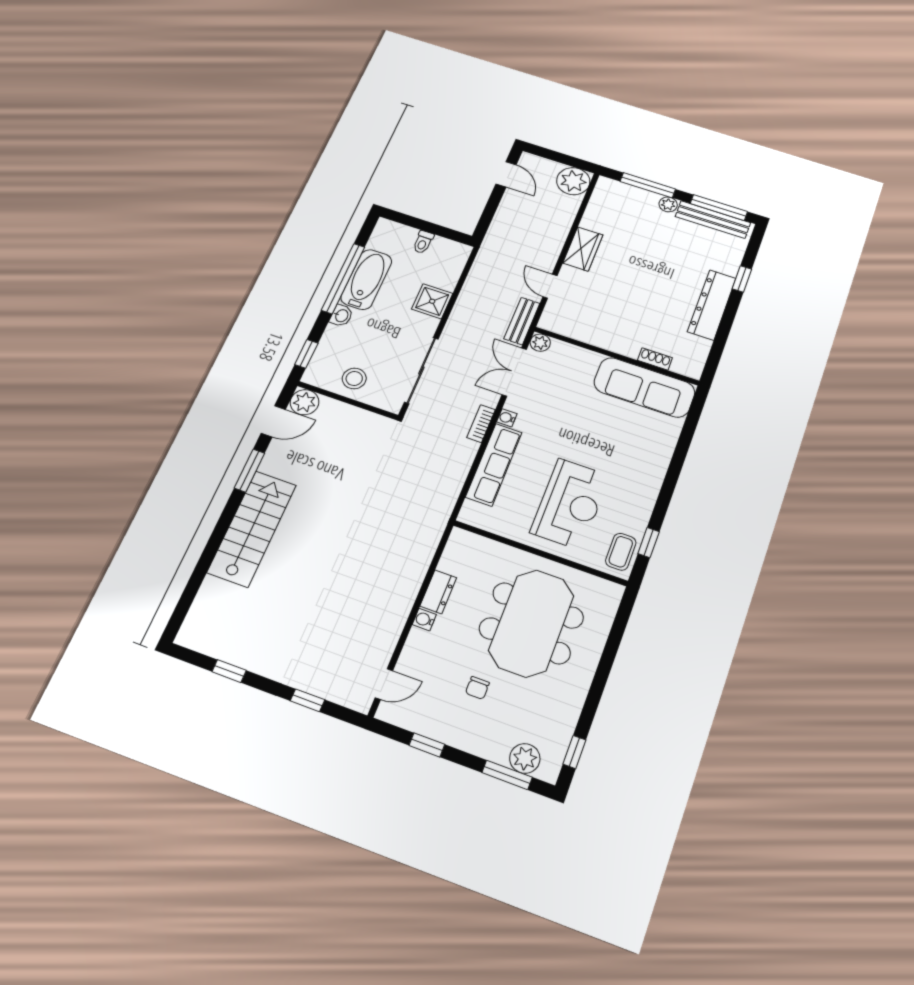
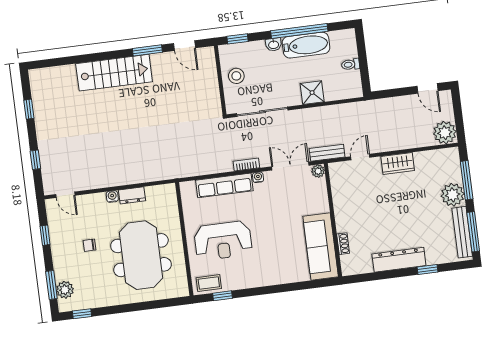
door: (506, 174) -> (428, 88), hinge flipped
plant: (668, 204) -> (453, 195), width x1.88, depth x1.88
plant: (305, 402) -> (206, 56), removed
meeting table: (531, 623) -> (141, 255), turned 90

